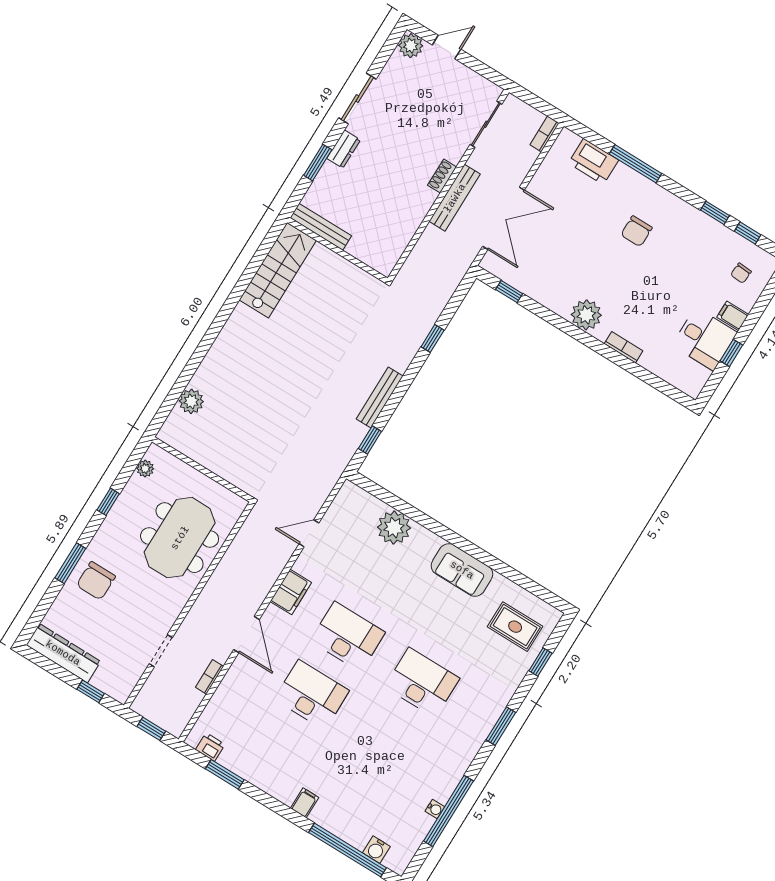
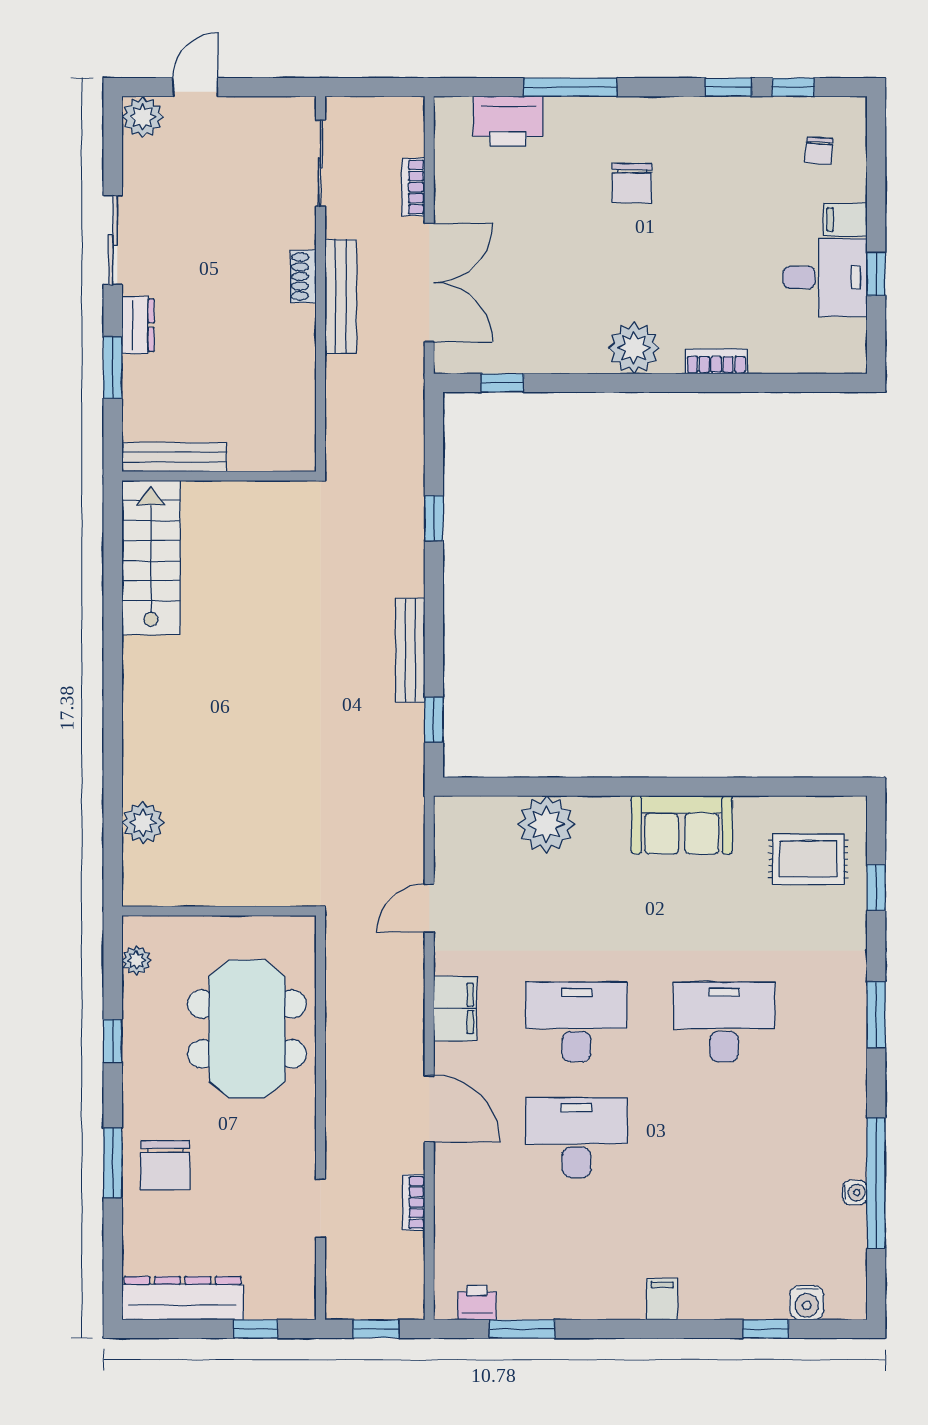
bookcase: (545, 134) -> (413, 187), moved
window: (348, 850) -> (766, 1329), width x0.32

